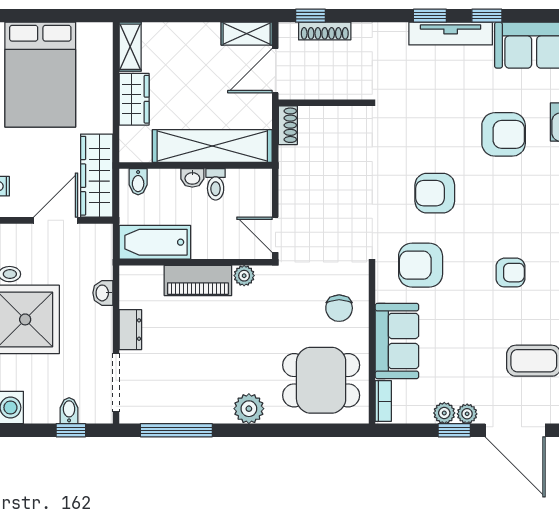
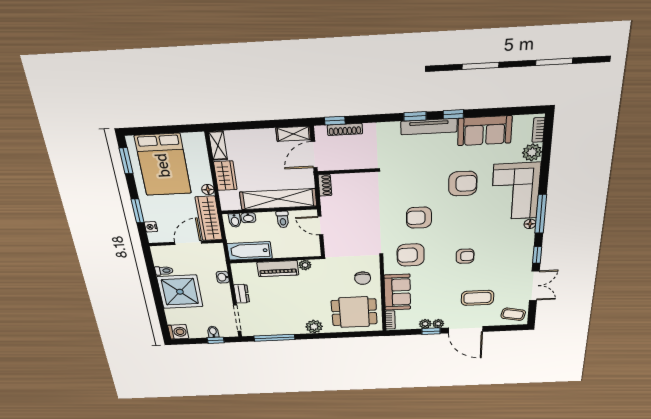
floor lamp: (103, 122) -> (208, 190), added
washbasin: (192, 178) -> (248, 218), moved
door: (275, 235) -> (320, 226), moved

